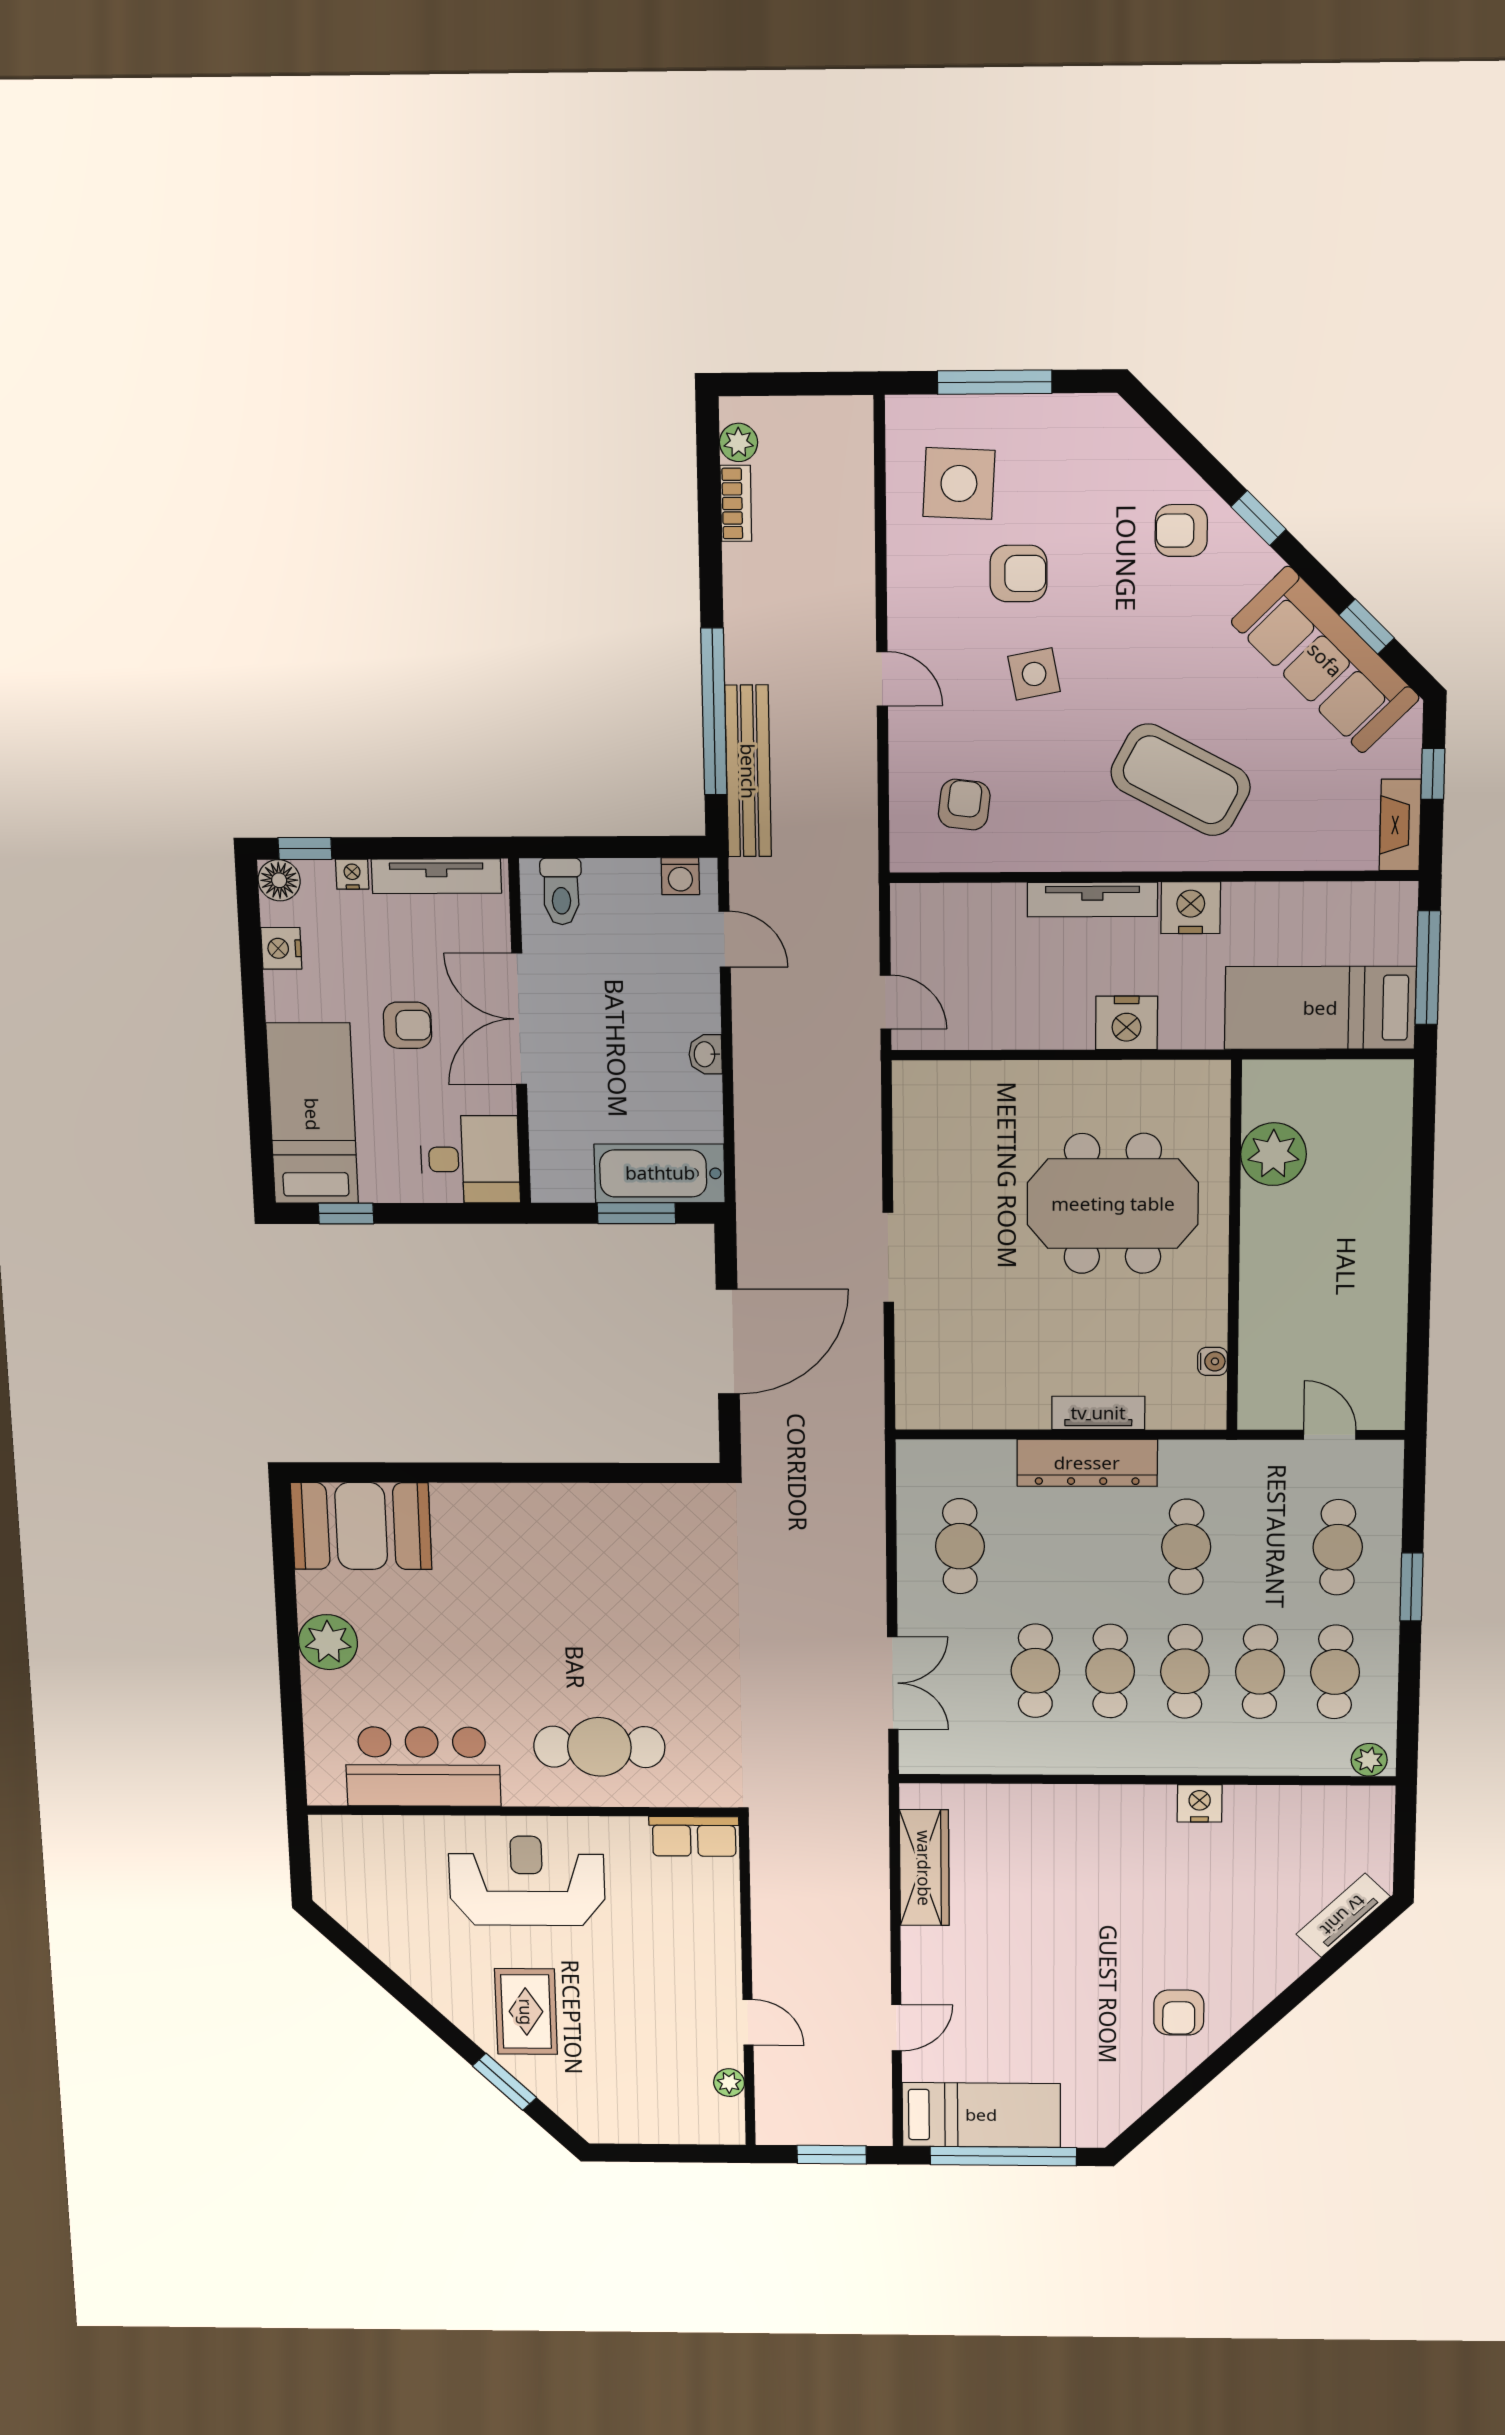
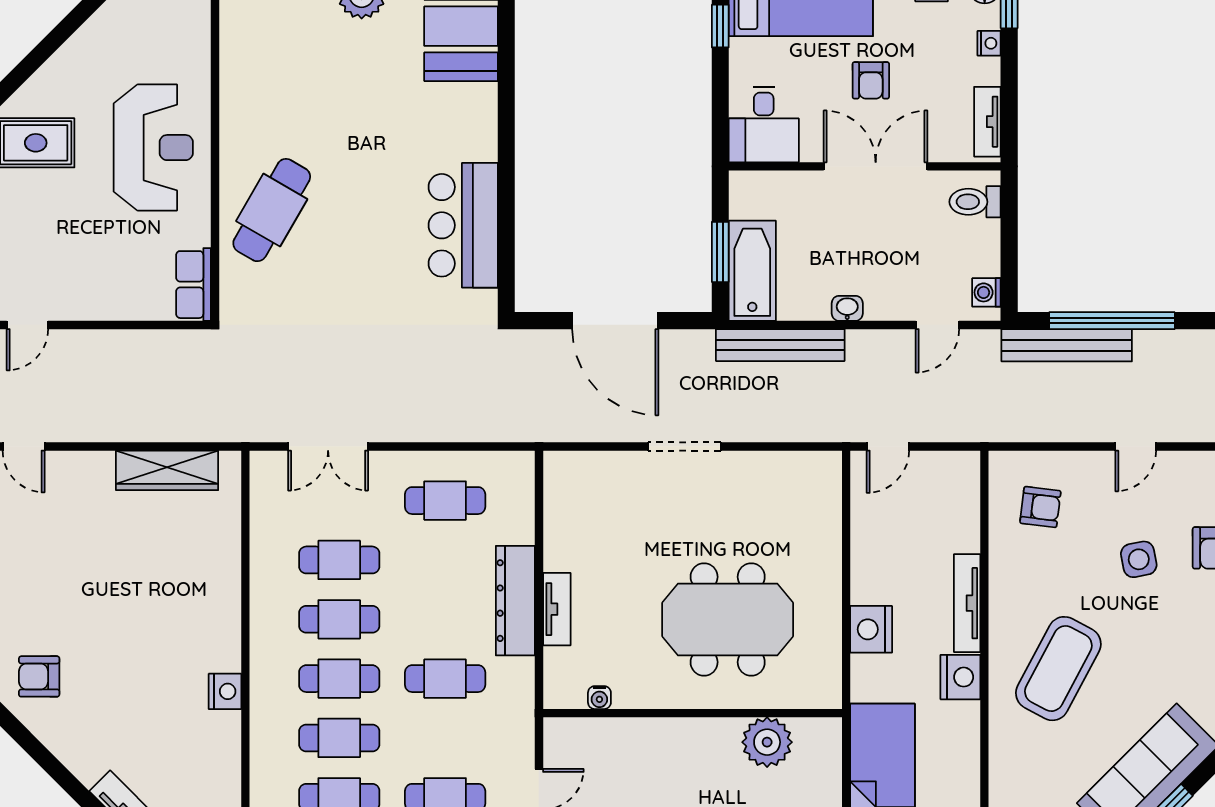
tv unit: (436, 876) -> (987, 122), width x0.71
bench: (755, 1138) -> (780, 345), added
meeting table: (1113, 1204) -> (728, 619), turned 90
cafe table: (599, 1747) -> (272, 210), turned 30
bar counter: (423, 1767) -> (463, 225), moved, turned 180

